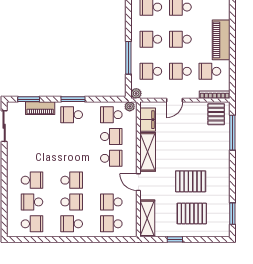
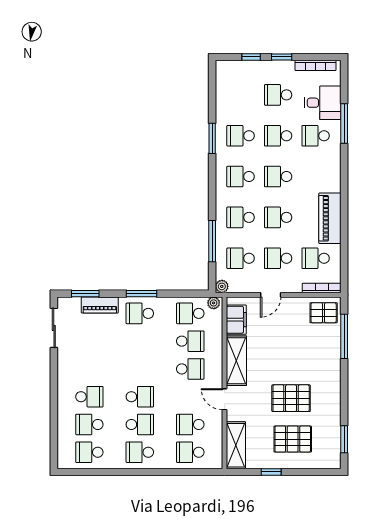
pallet: (216, 114) -> (324, 313), turned 90
school desk: (32, 224) -> (89, 452), turned 180

